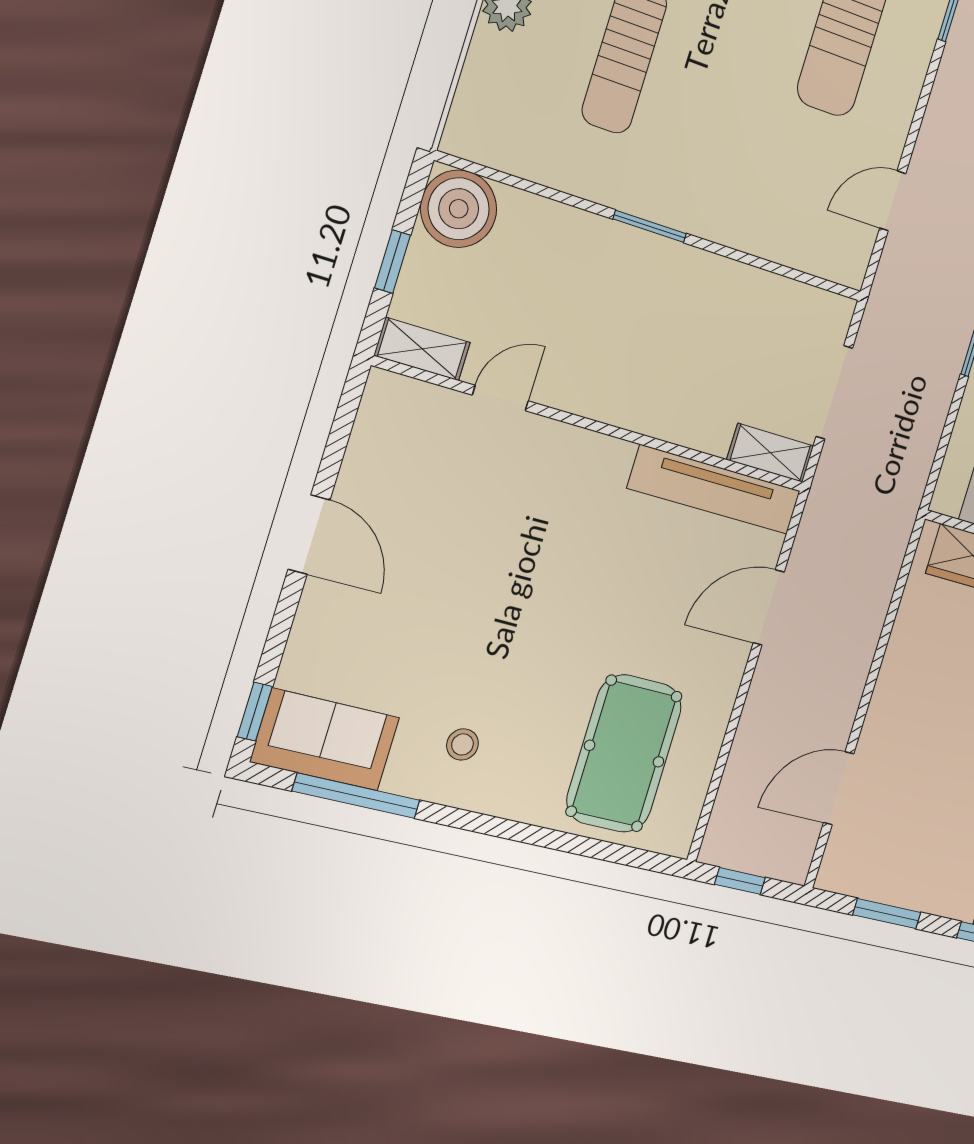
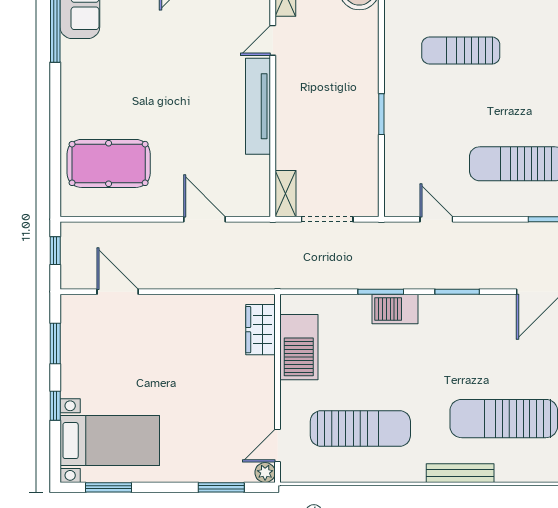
window: (650, 226) -> (381, 114), moved
door: (500, 398) -> (273, 40), swing flipped
tv unit: (714, 490) -> (258, 106), moved
stool: (462, 744) -> (94, 75), removed

